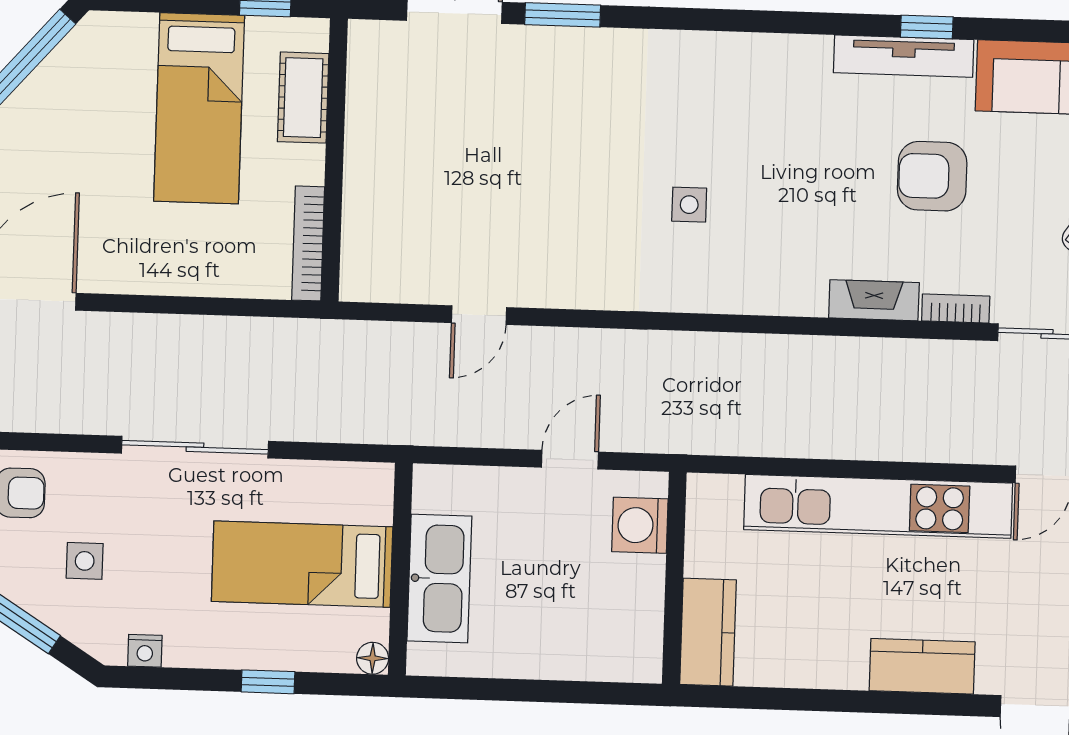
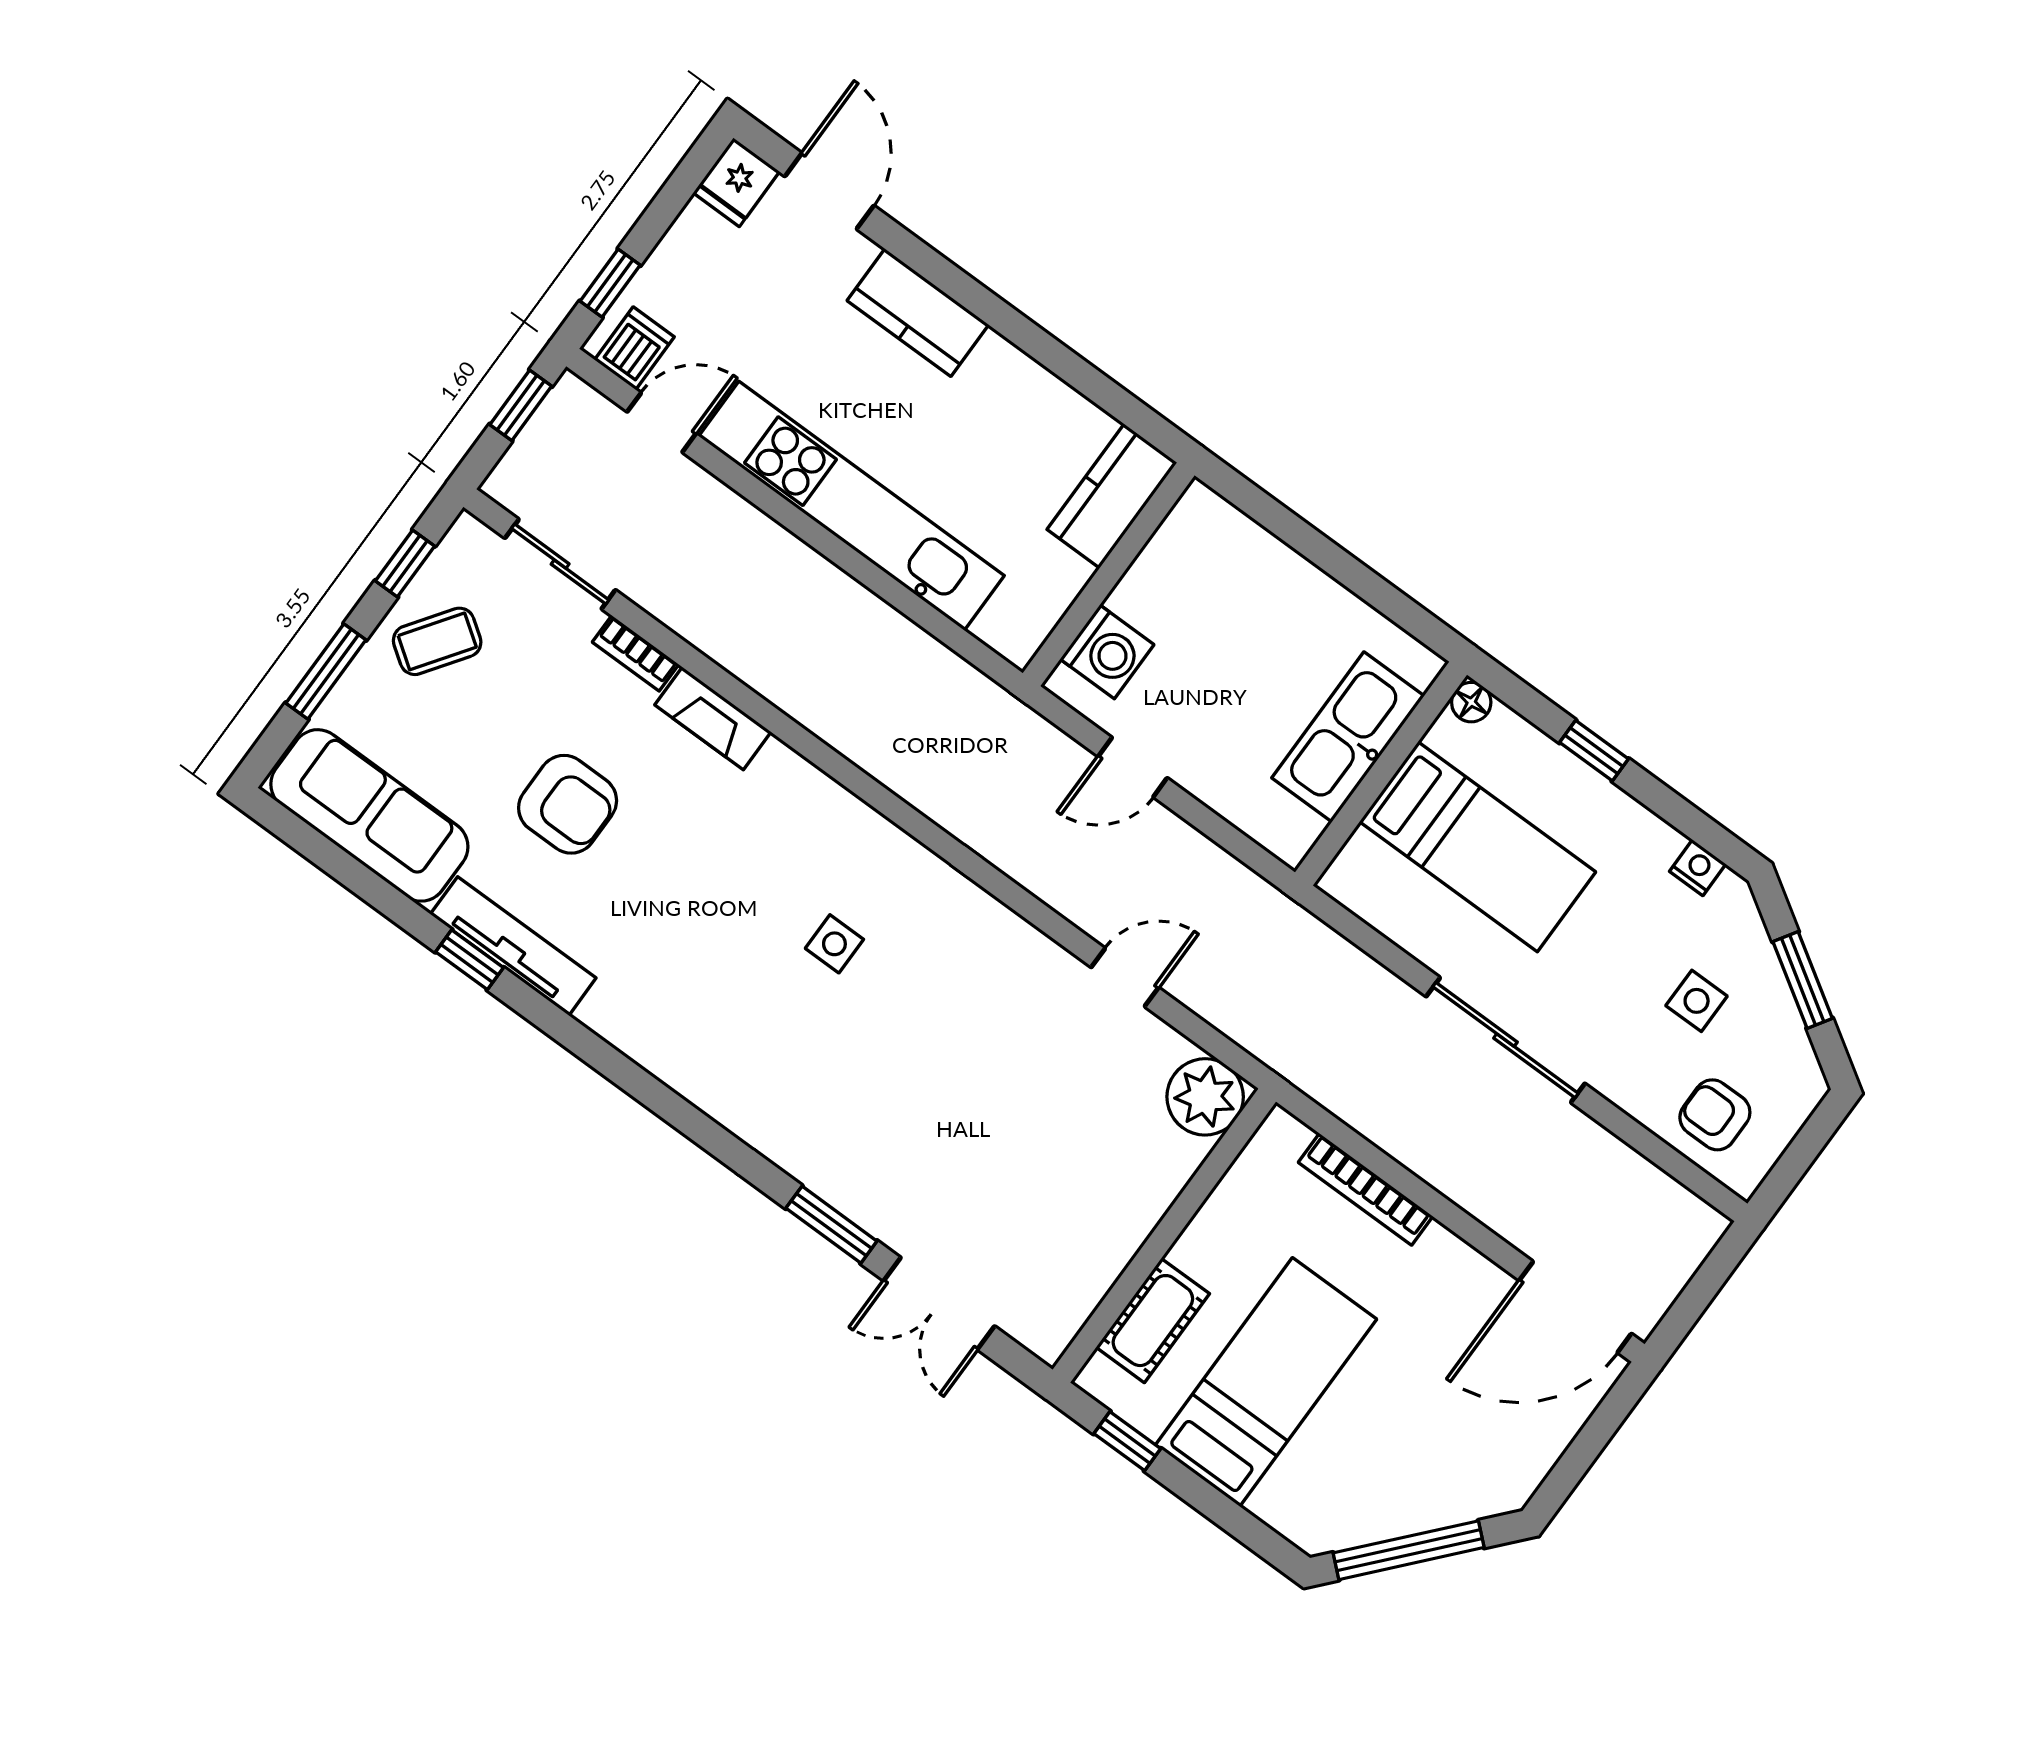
bookcase: (308, 243) -> (1366, 1189), moved, turned 90
plant: (370, 272) -> (1205, 1097), added

